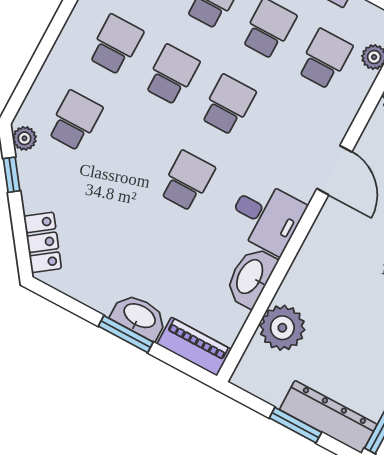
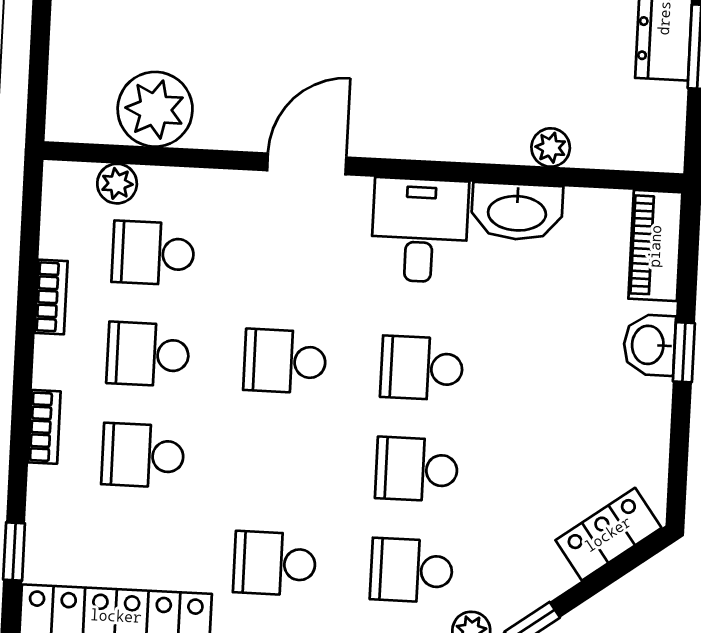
school desk: (172, 75) -> (417, 469), moved
washbasin: (139, 316) -> (649, 345), width x0.72
plant: (282, 328) -> (551, 148), width x0.53, depth x0.53
window: (126, 334) -> (684, 352), width x0.67

